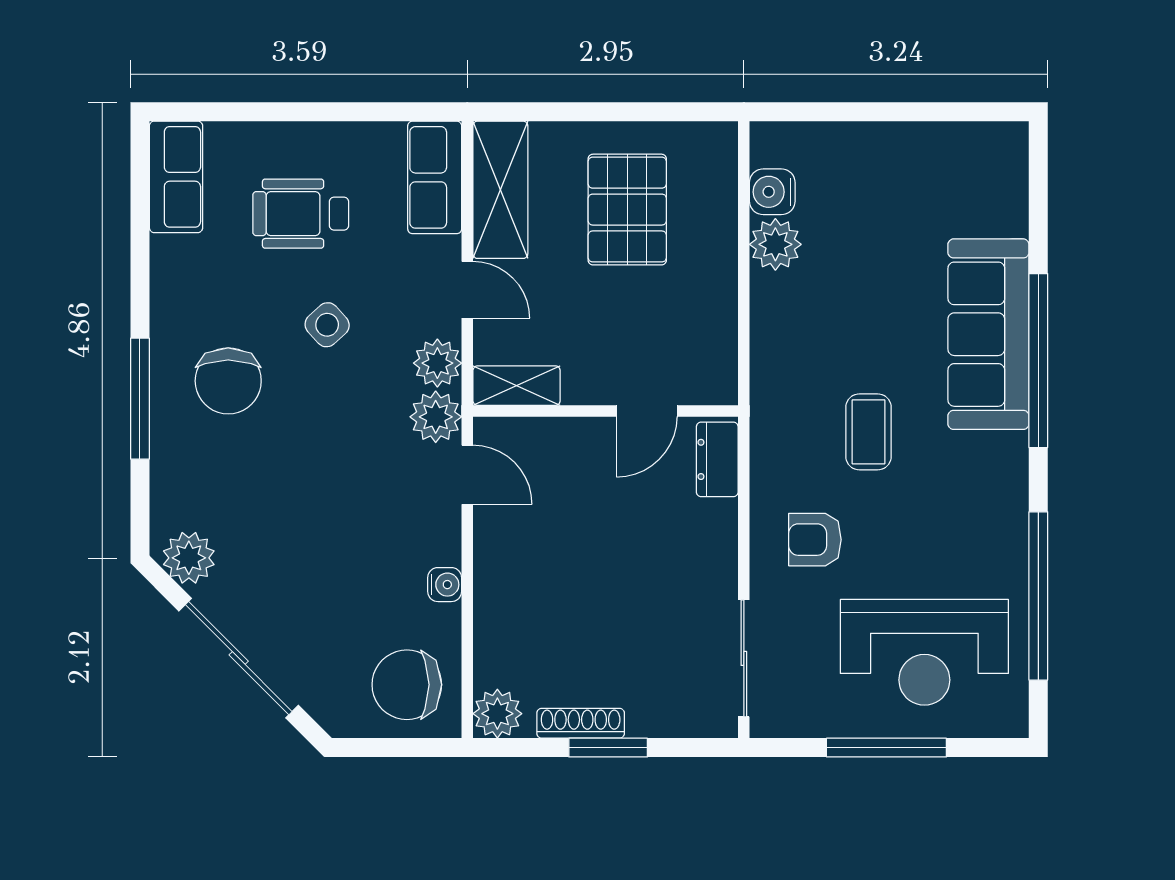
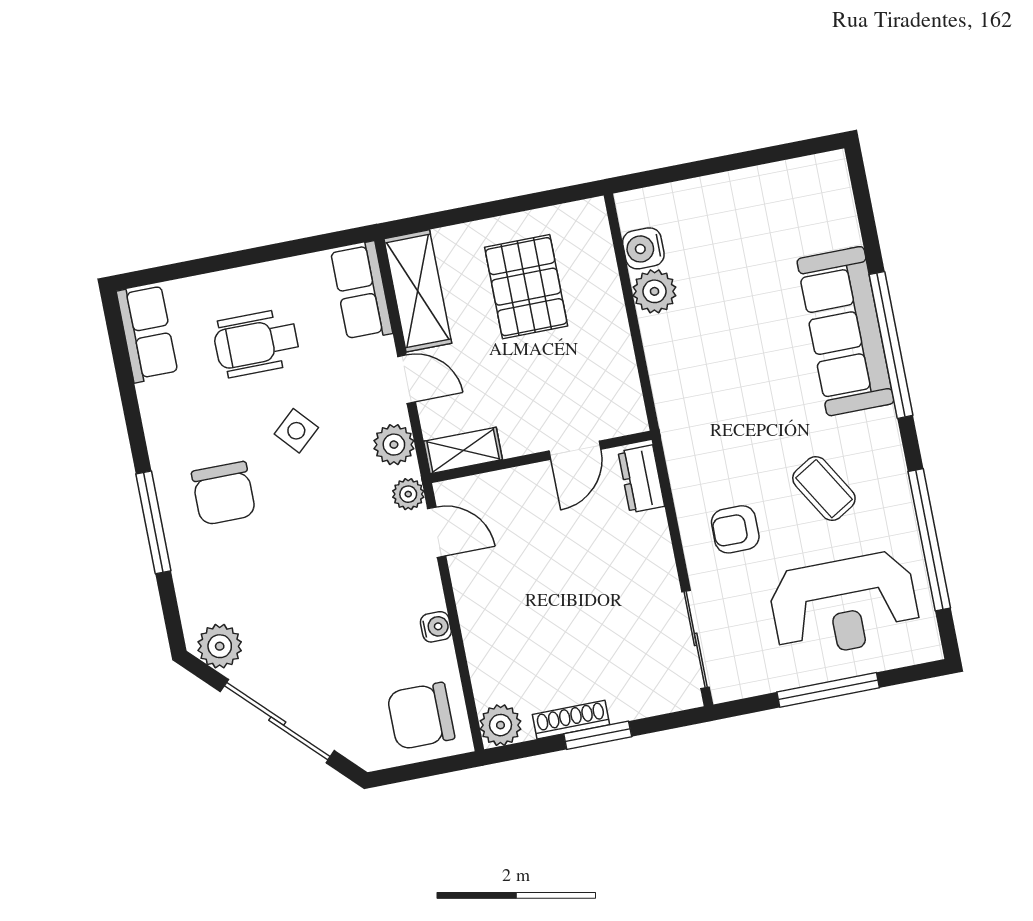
plant: (436, 417) -> (408, 494), width x0.73, depth x0.73
coffee table: (868, 432) -> (824, 489), moved, turned -31

